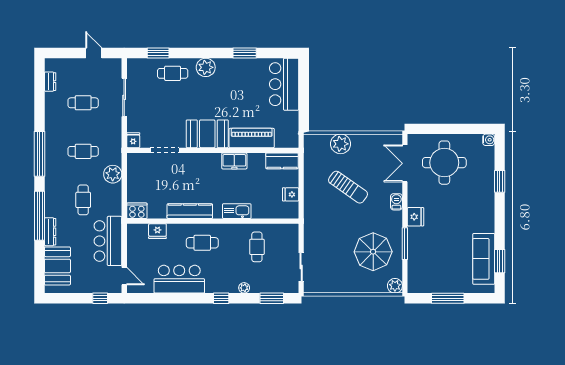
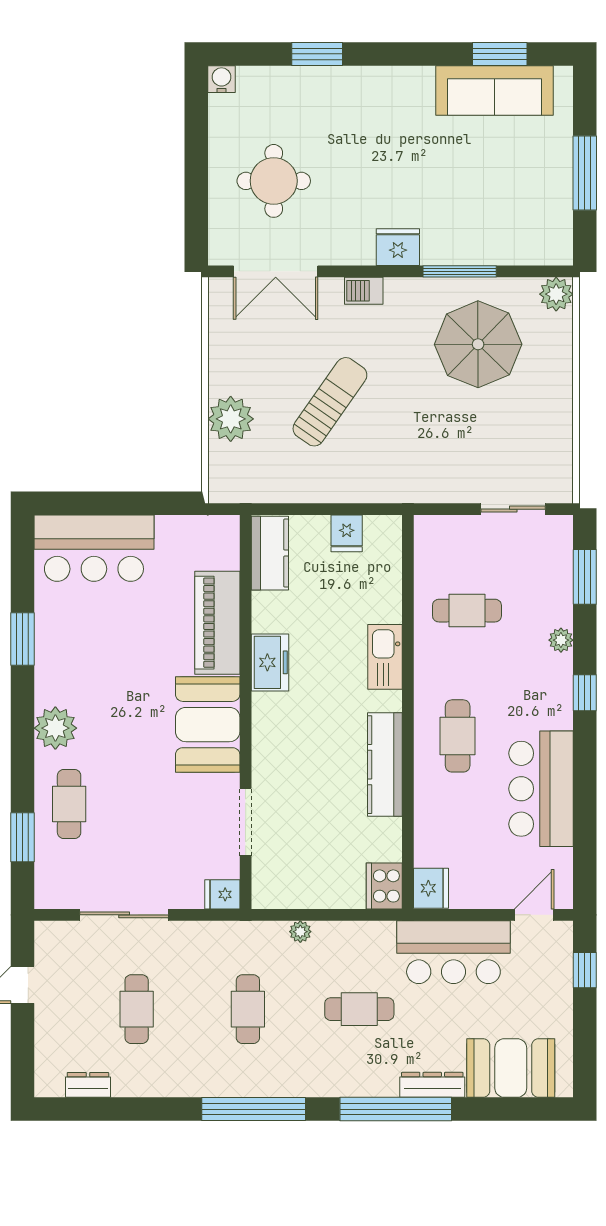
round table: (444, 163) -> (274, 181), width x0.73, depth x0.73
plant: (113, 174) -> (300, 932), width x0.53, depth x0.53
fridge: (157, 231) -> (431, 888), moved

